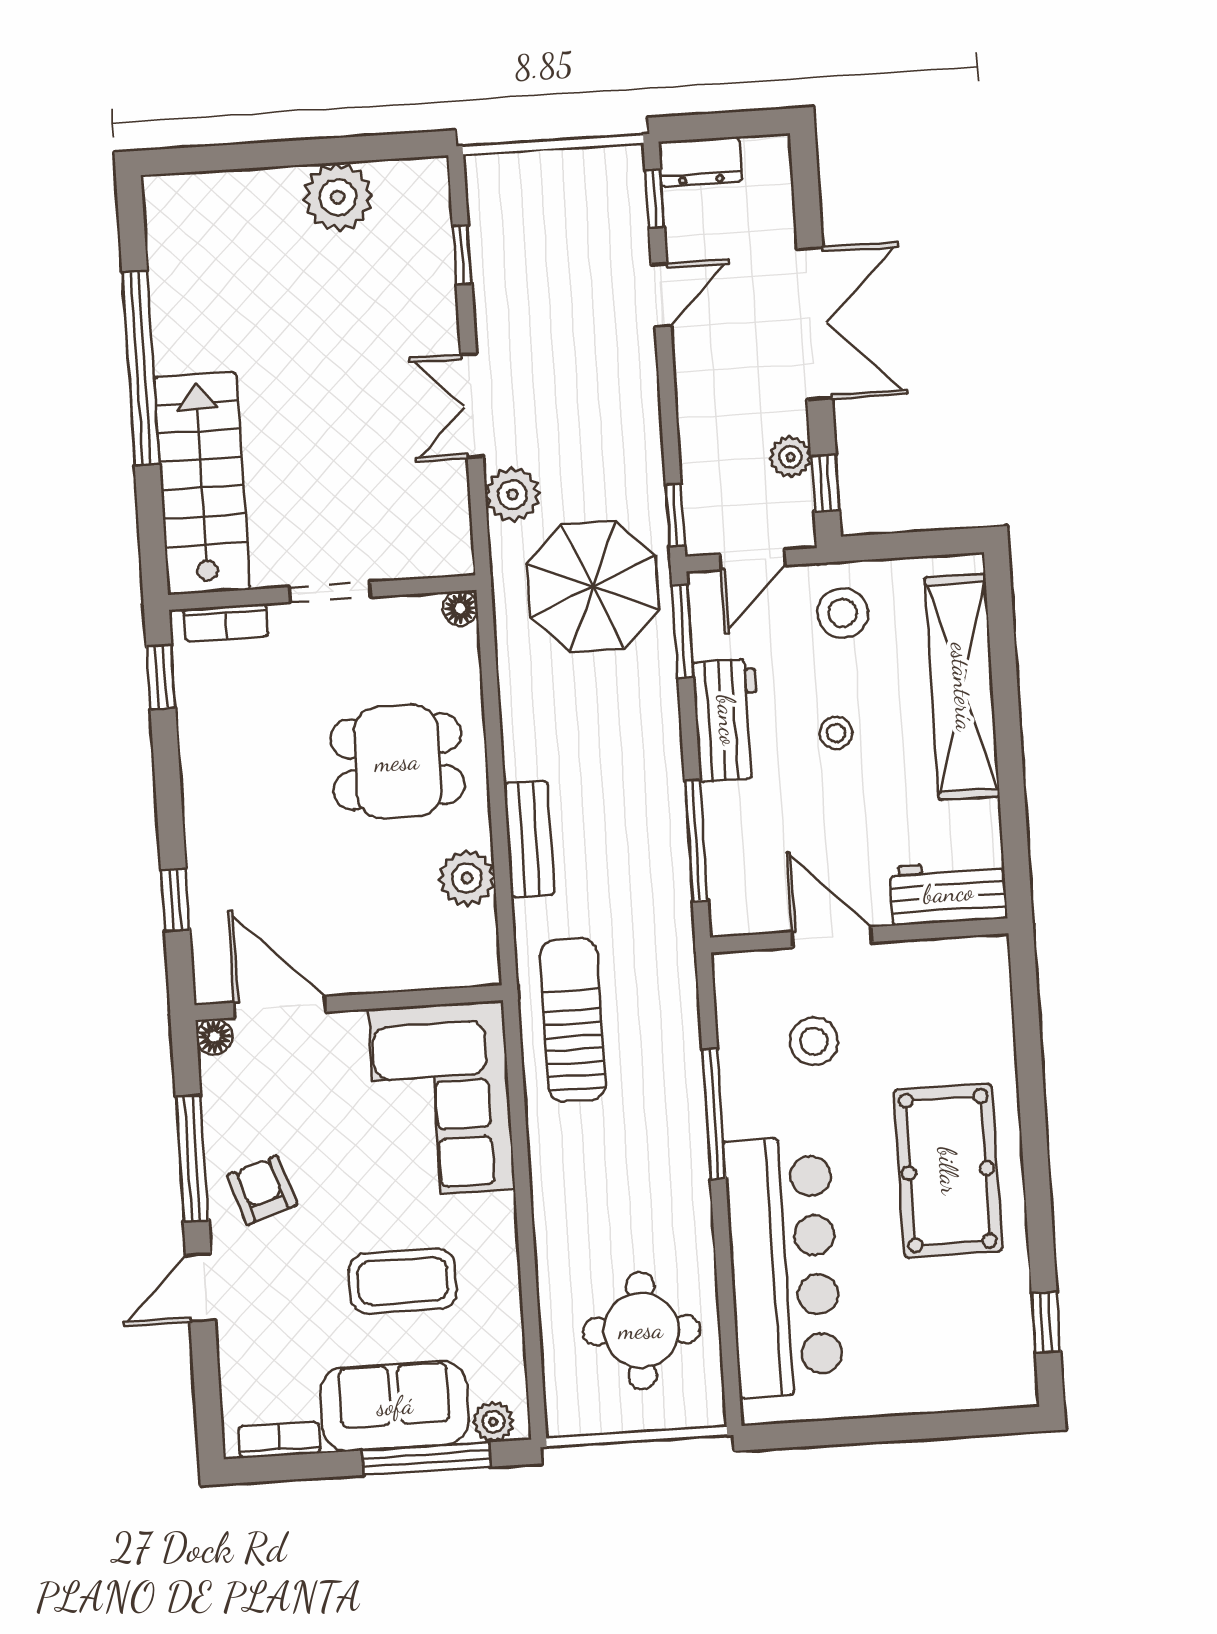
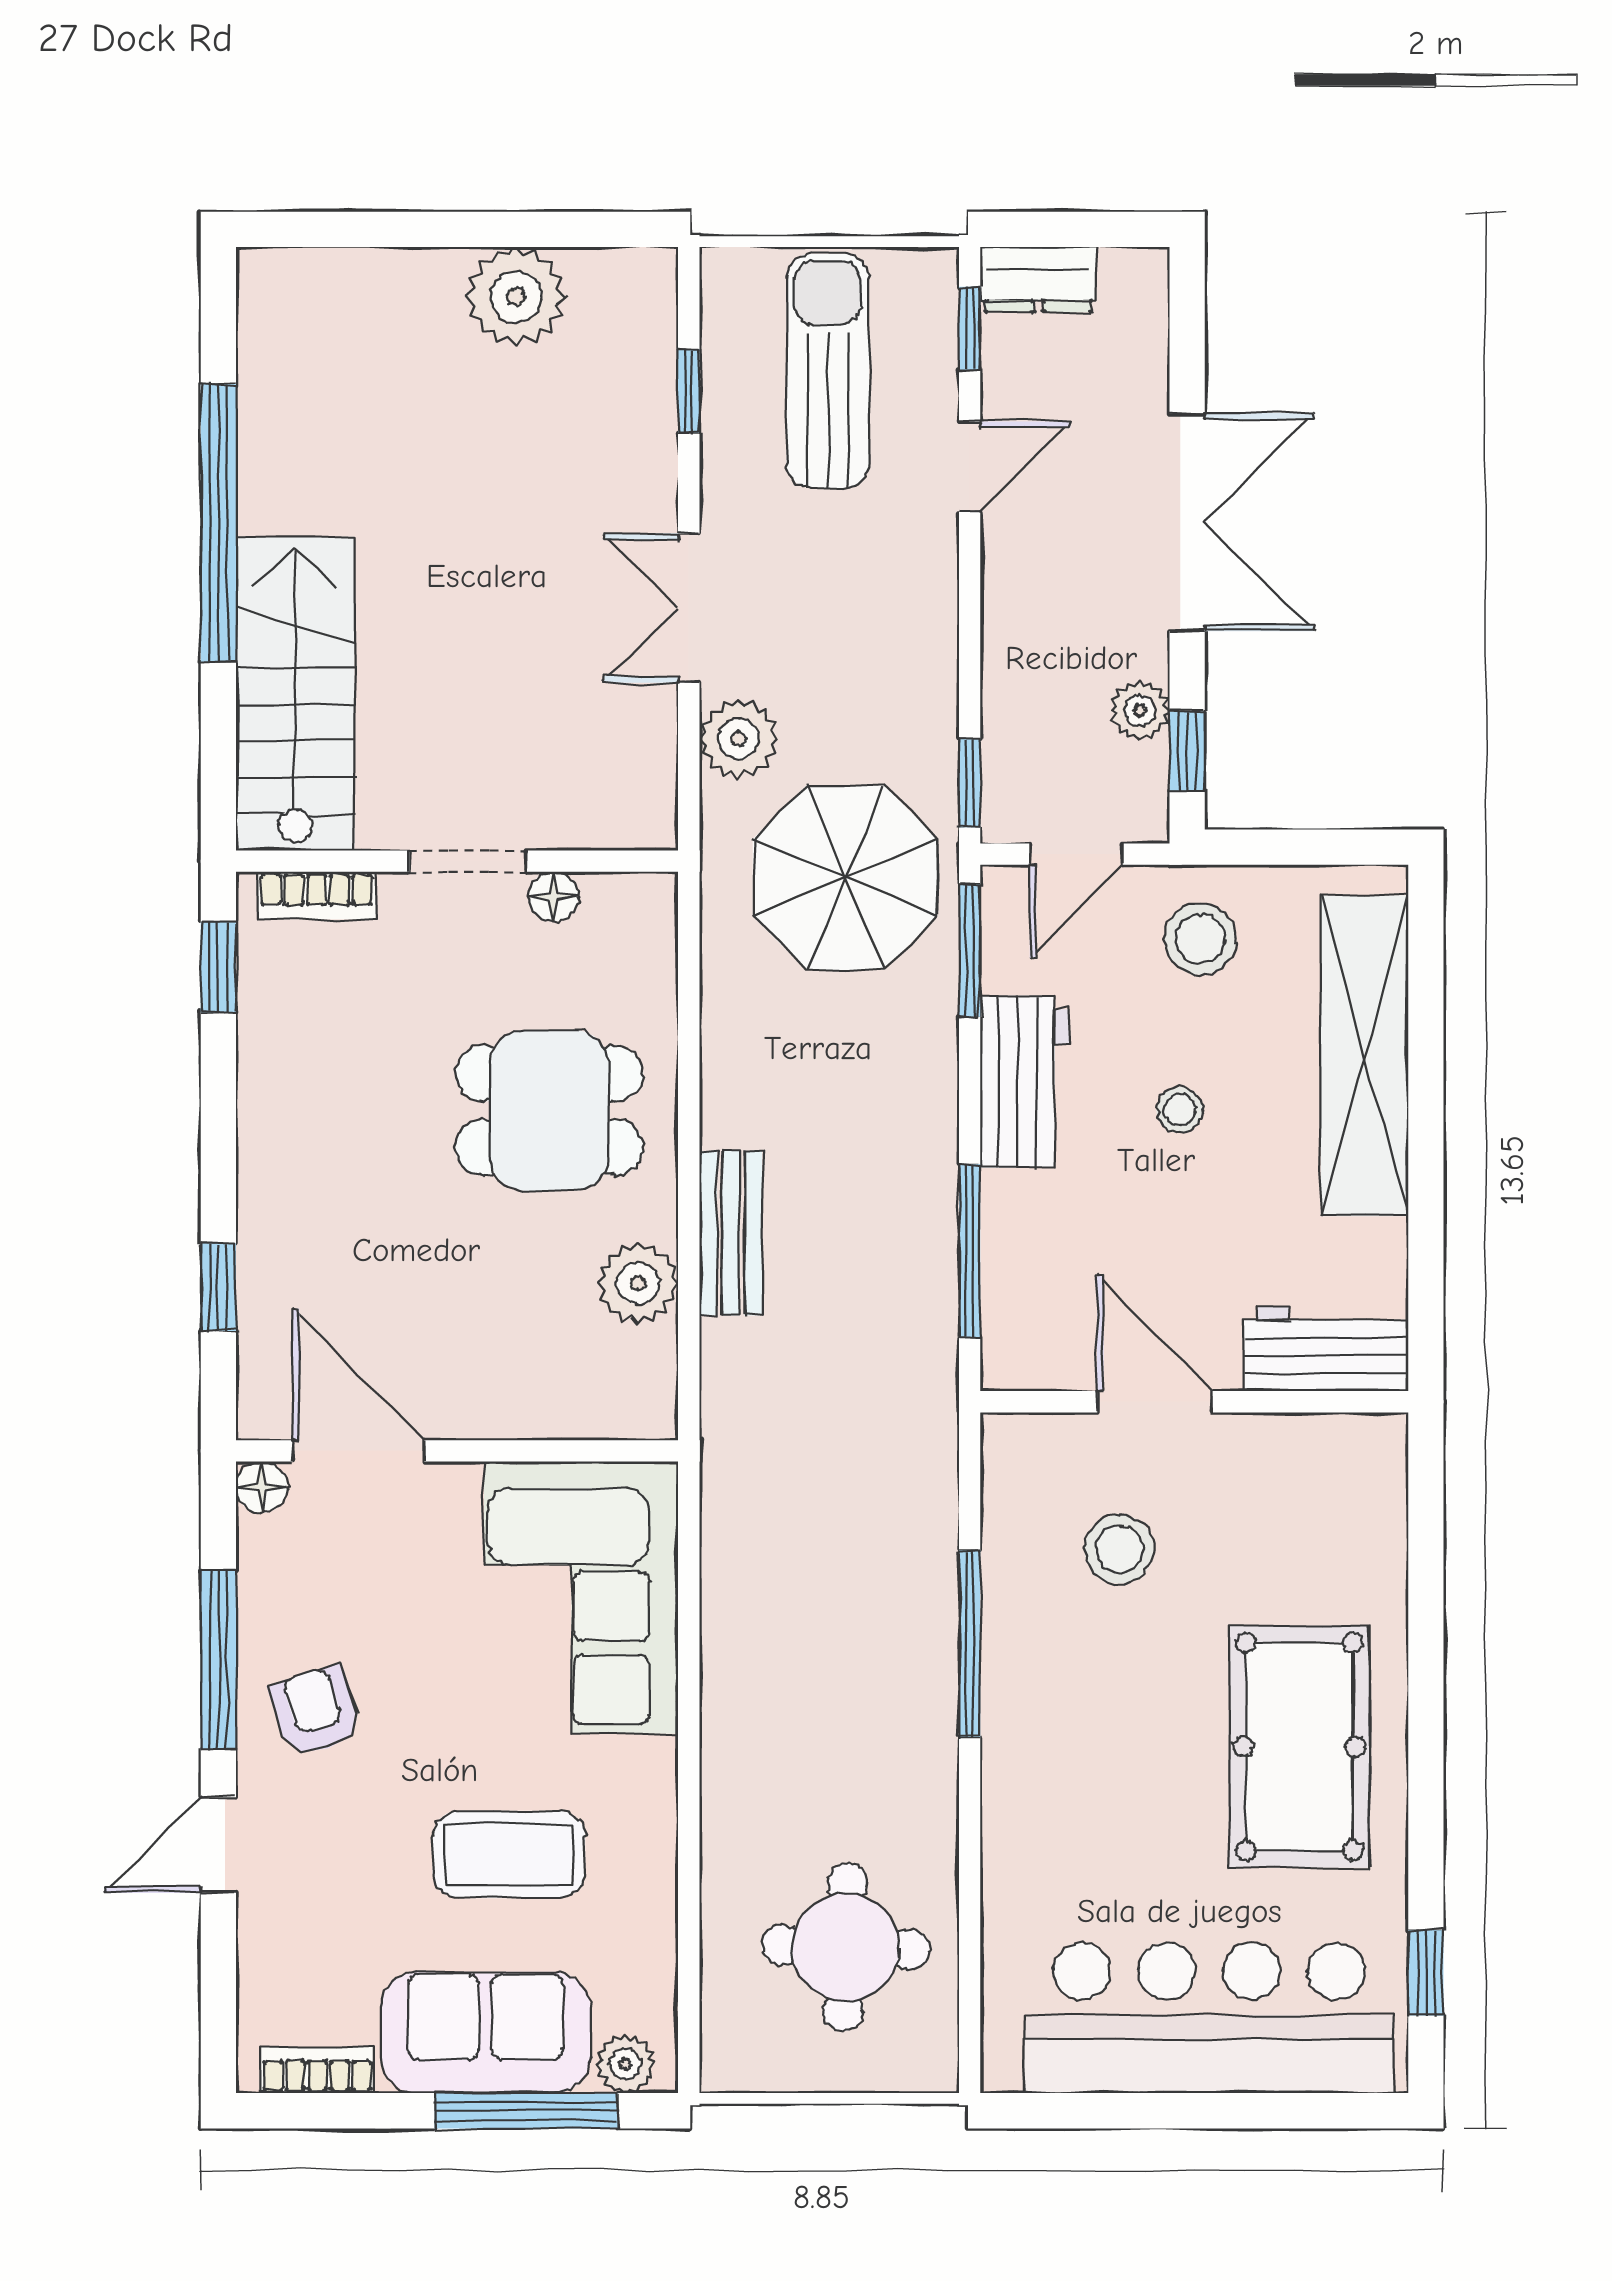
floor lamp: (460, 608) -> (553, 897), moved
sun lounger: (573, 1020) -> (828, 371), moved
bar counter: (784, 1267) -> (1209, 2018), moved, turned -90

